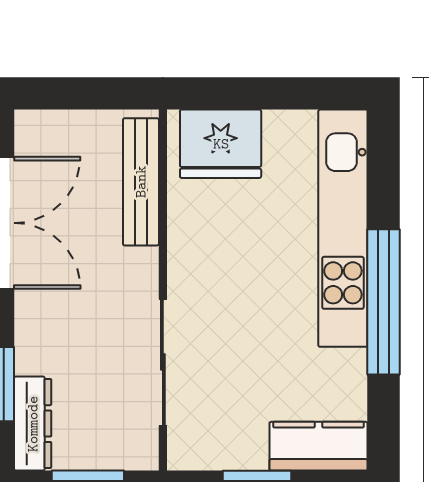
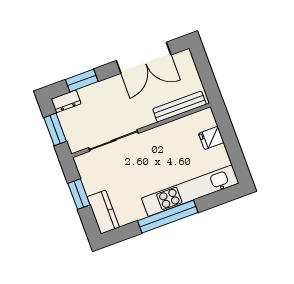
fridge: (221, 144) -> (211, 138), width x0.53, depth x0.75
dresser: (33, 424) -> (66, 101), width x0.70

